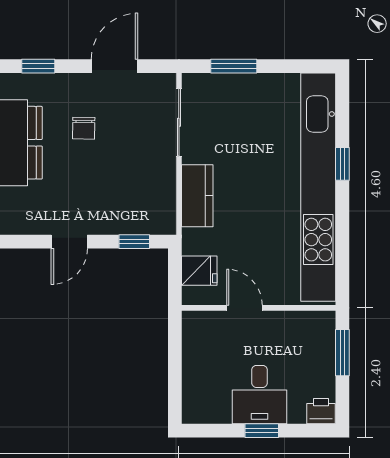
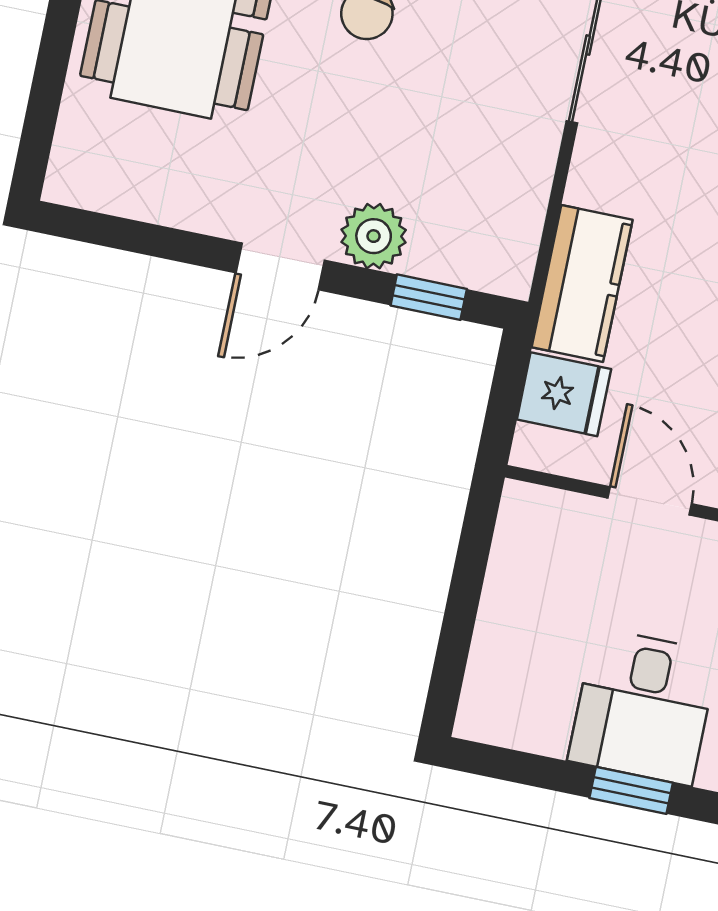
kitchen counter: (197, 196) -> (582, 283), moved
plant: (106, 221) -> (374, 236), added

